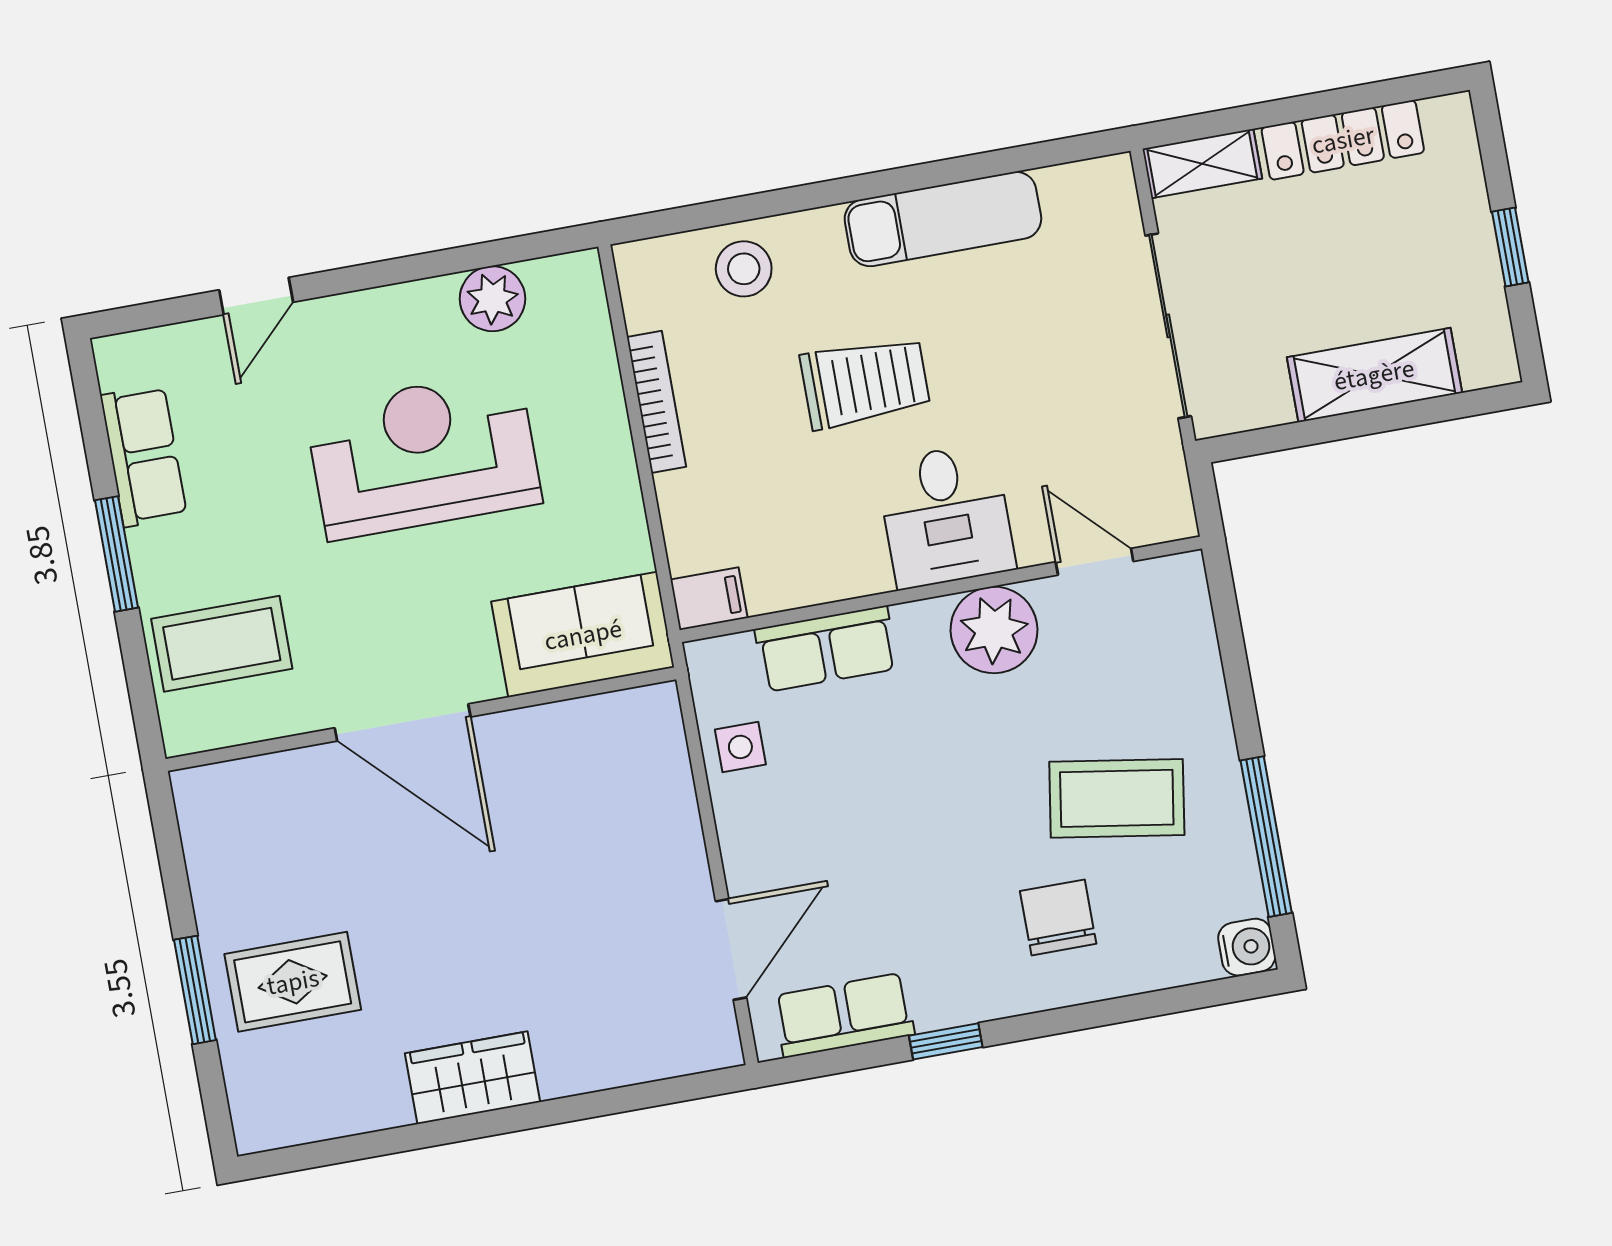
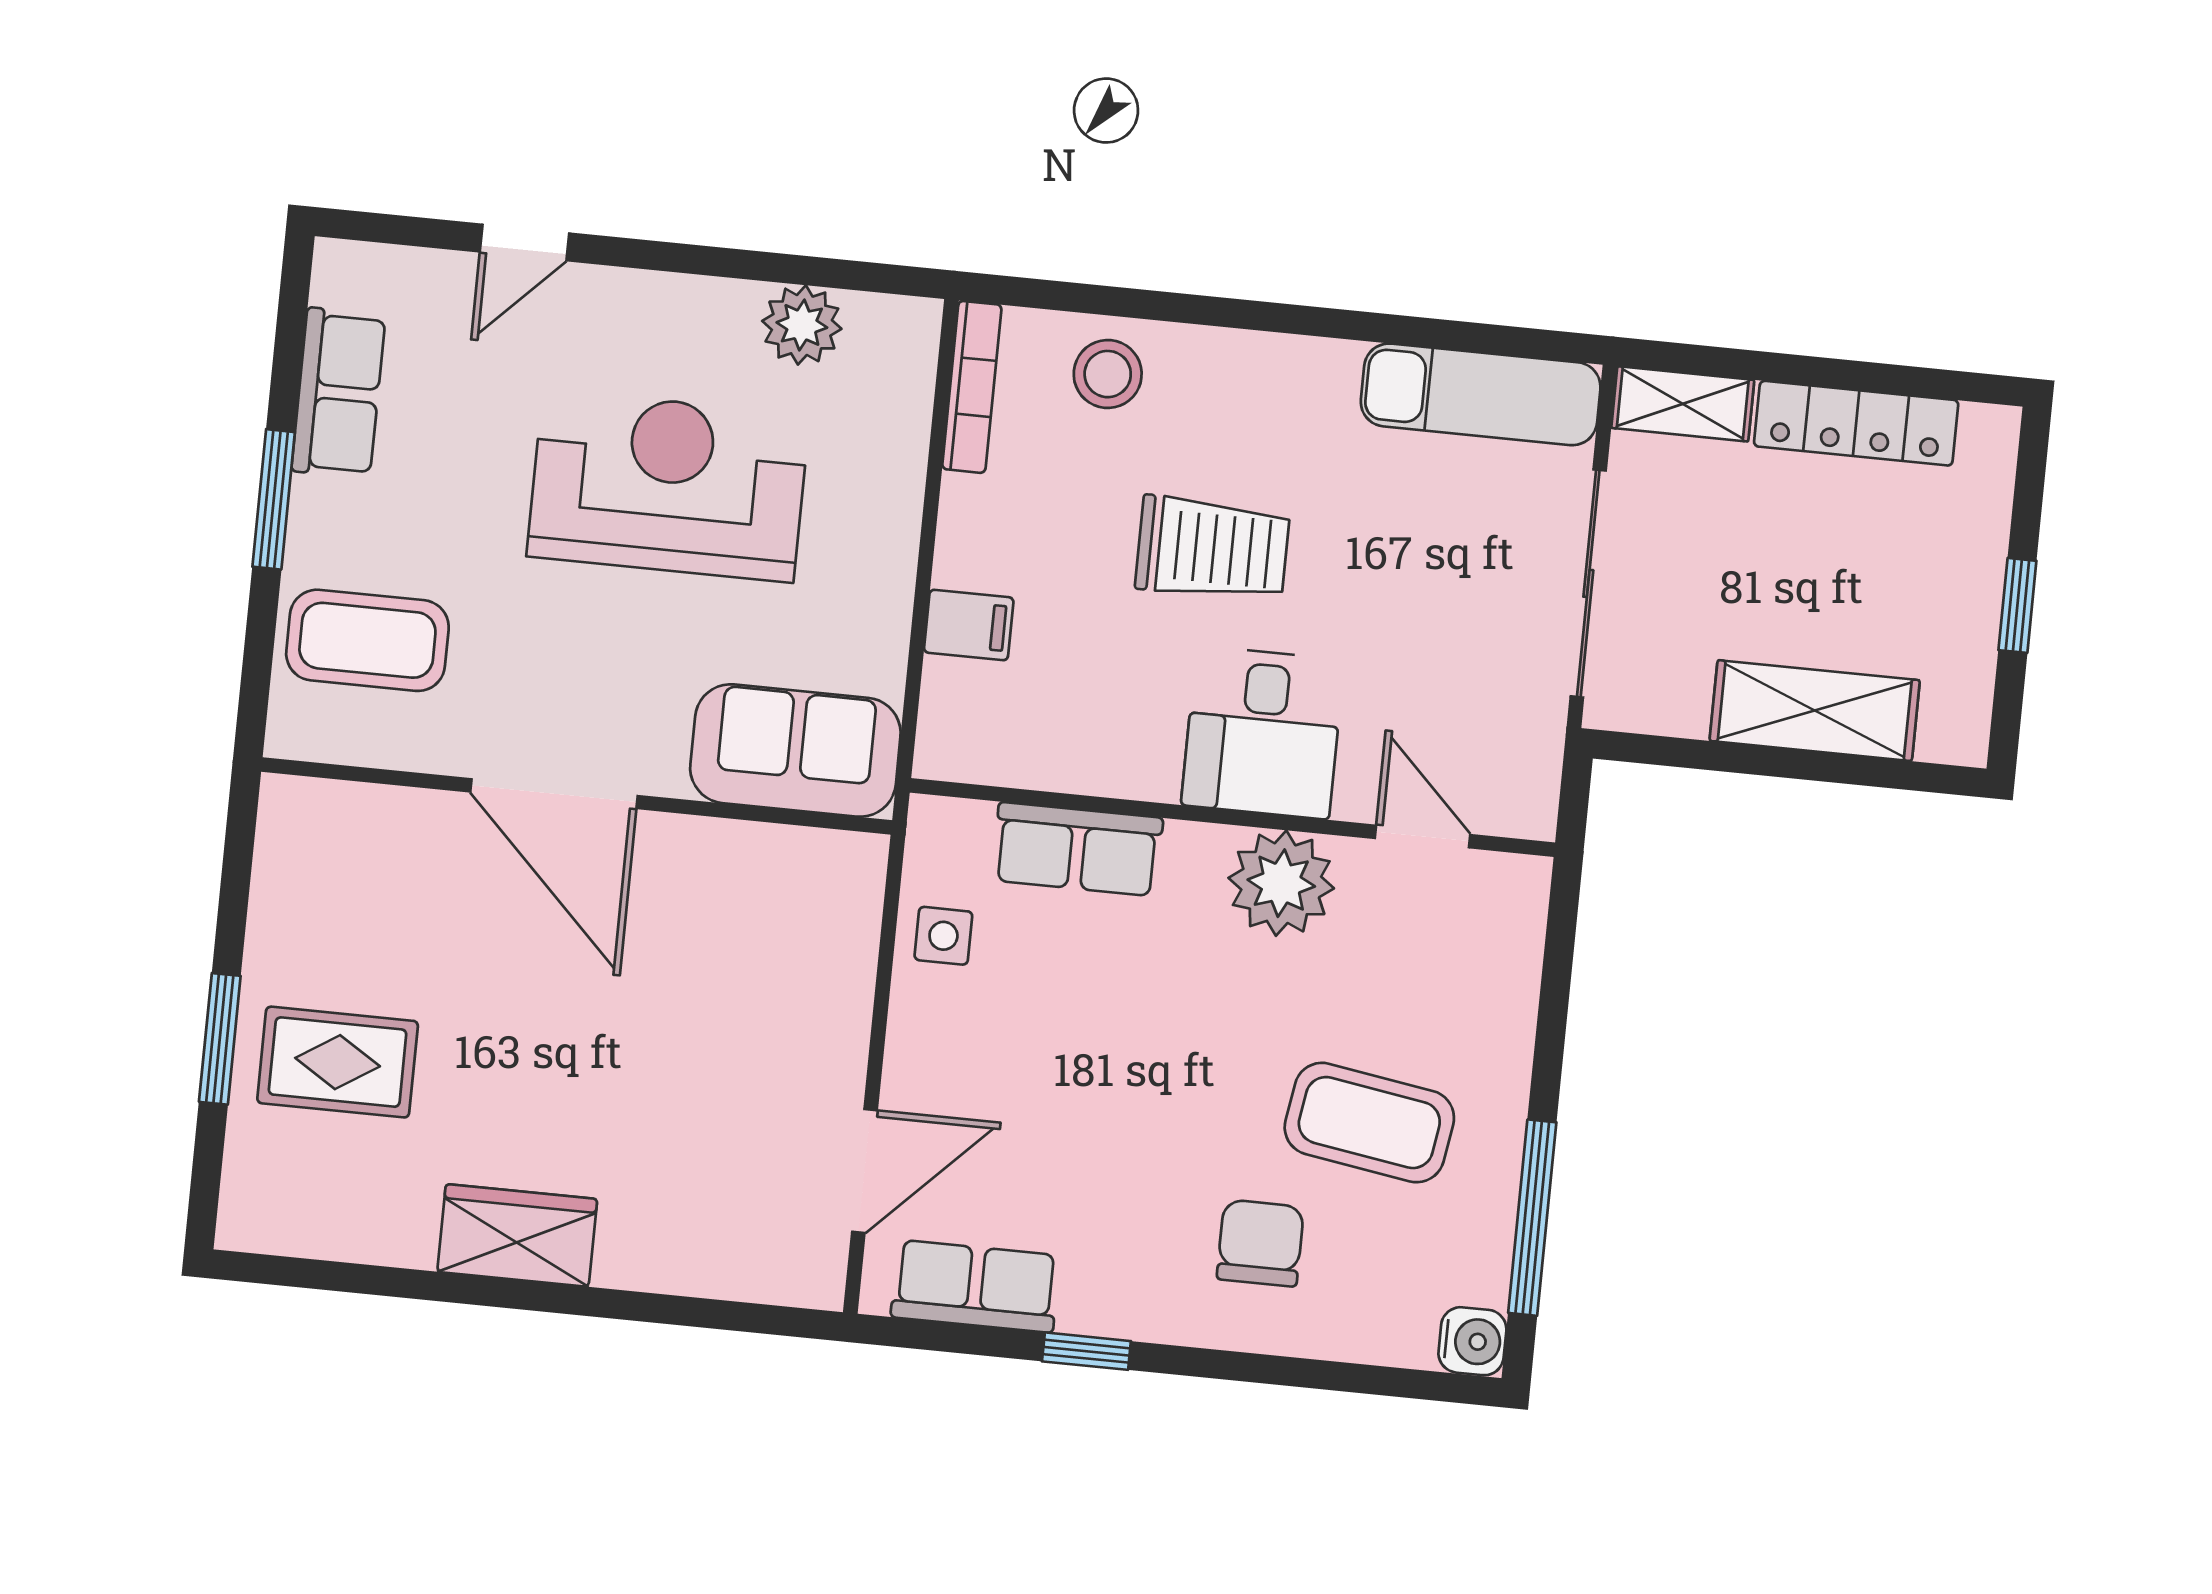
exam couch: (943, 219) -> (1481, 394), moved
bookcase: (657, 402) -> (972, 387), moved
filing cabinet: (709, 599) -> (969, 625), moved

